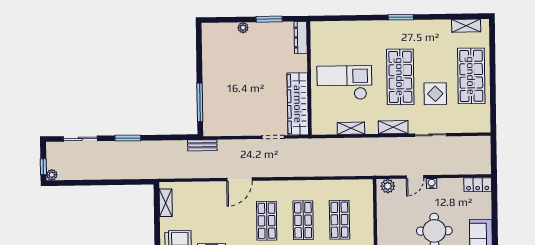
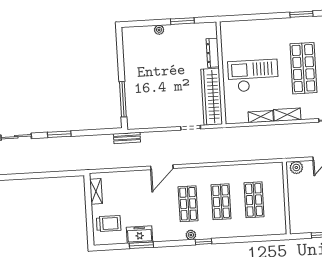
dresser: (301, 37) -> (213, 53), moved
shelving: (393, 127) -> (287, 115), moved

